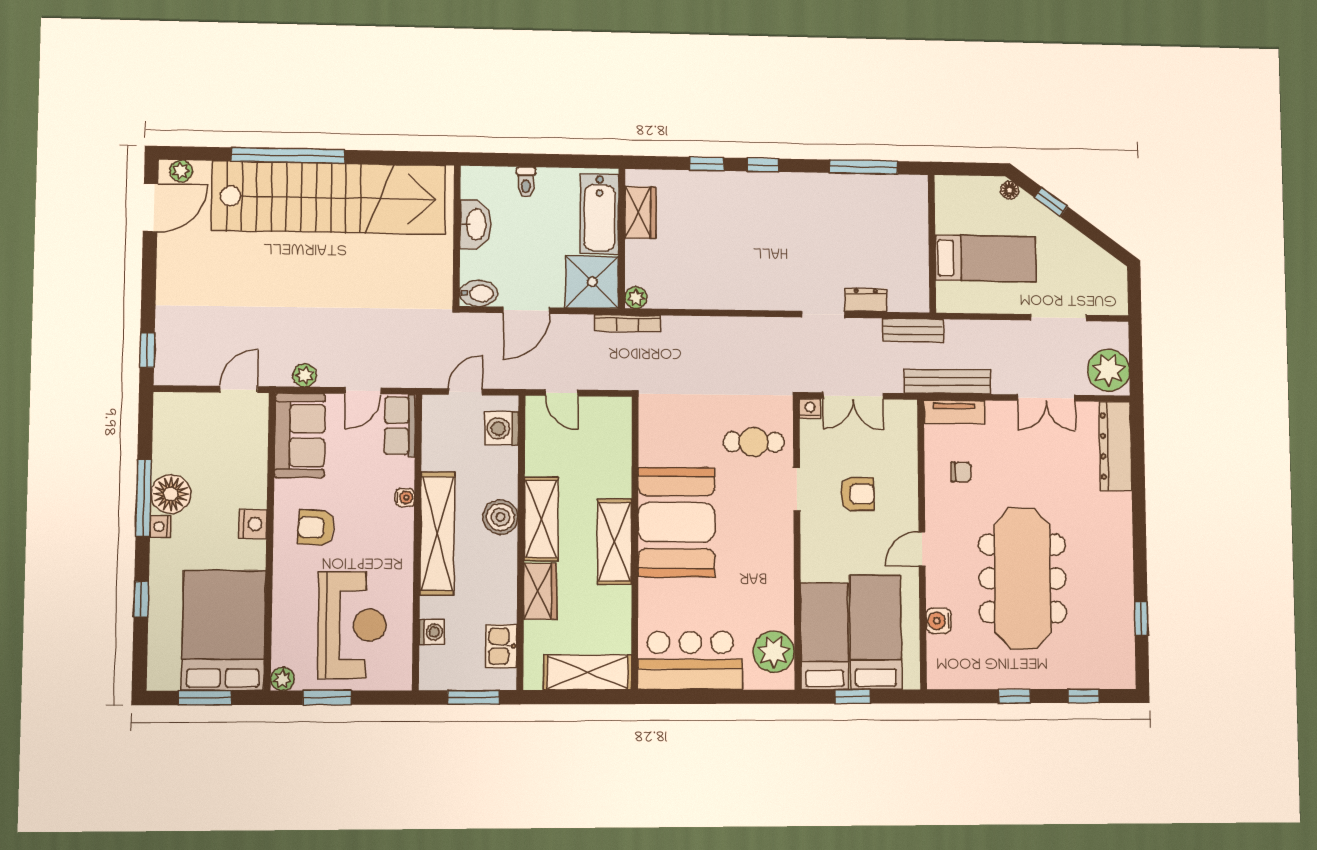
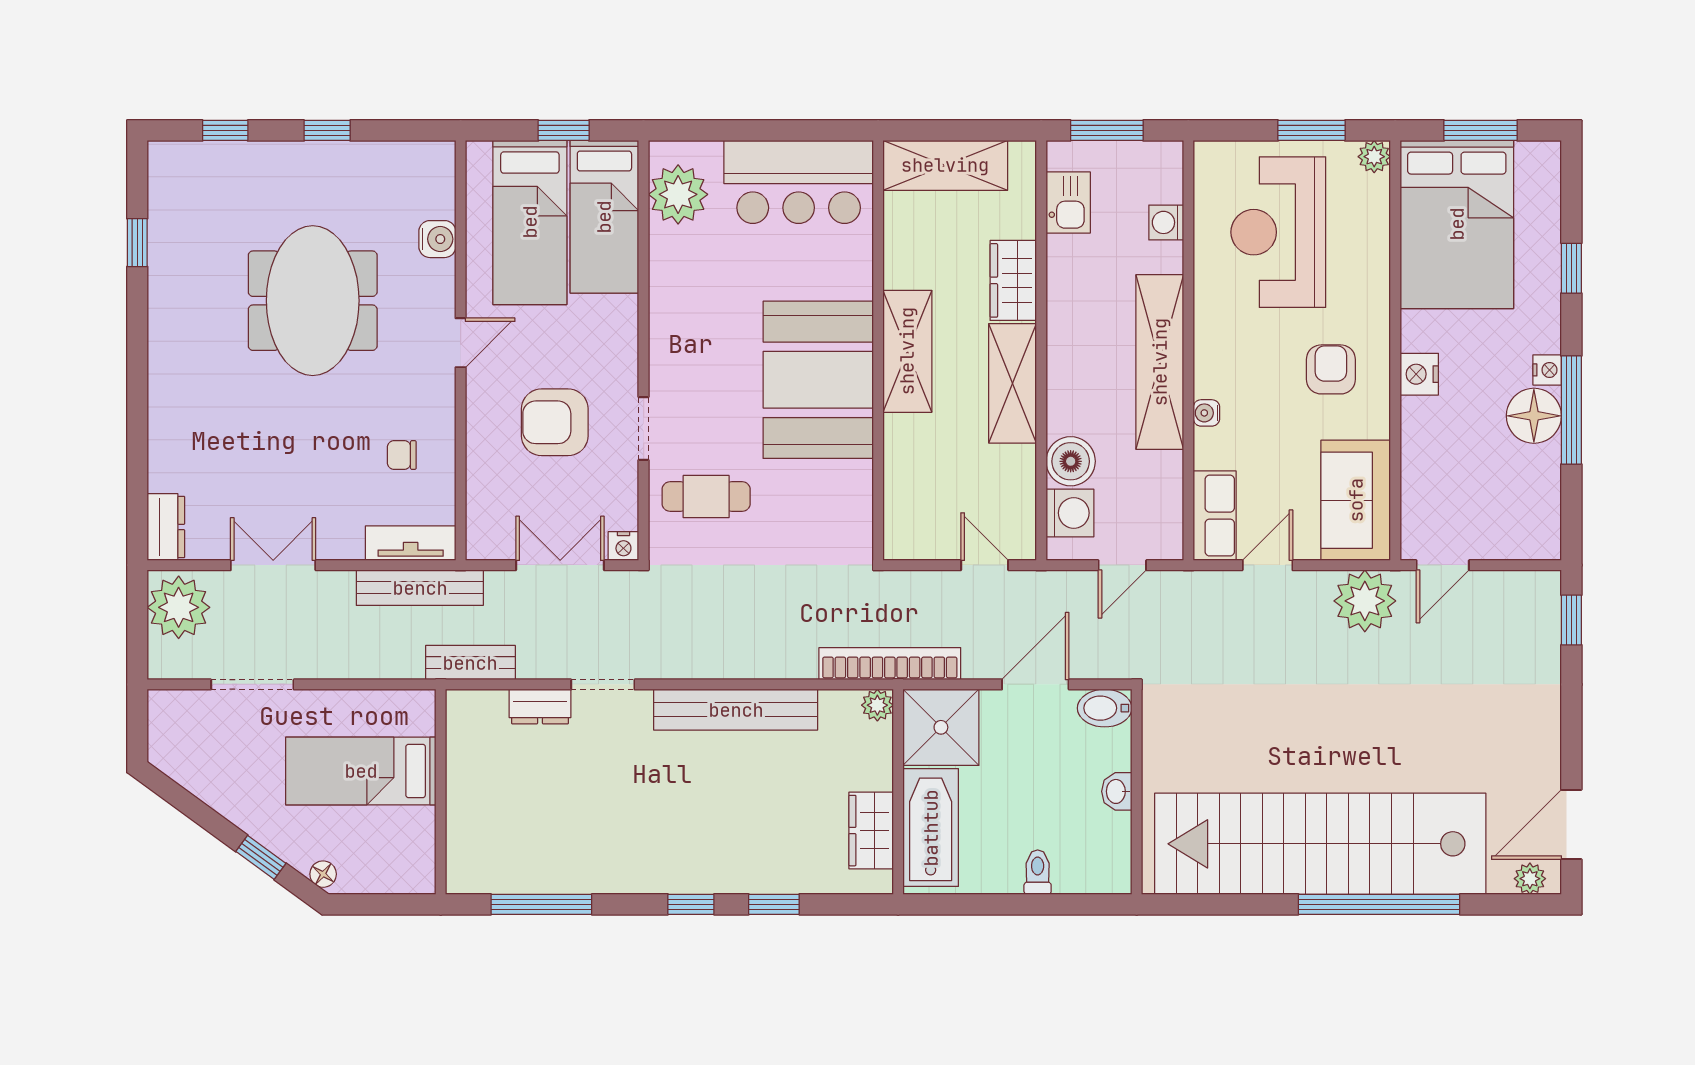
washbasin: (475, 224) -> (1117, 791), width x0.52, depth x0.69
bench: (733, 296) -> (736, 710), added
bookcase: (627, 323) -> (890, 664), width x1.48, depth x1.31
plant: (305, 375) -> (1365, 601), width x1.88, depth x1.88
dresser: (1115, 446) -> (166, 527), width x0.51, depth x0.80
armchair: (857, 494) -> (555, 422), width x1.38, depth x1.38
boiler: (500, 517) -> (1071, 461), moved
armchair: (316, 528) -> (1331, 369), turned -93
meeting table: (1023, 578) -> (313, 301), width x0.73

